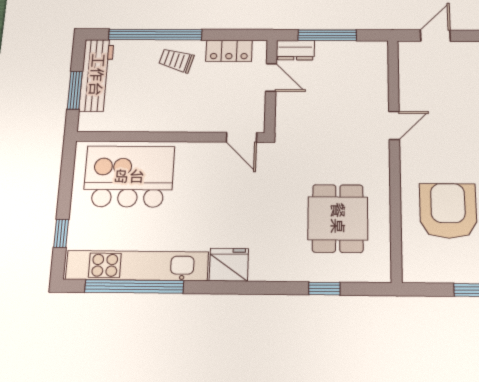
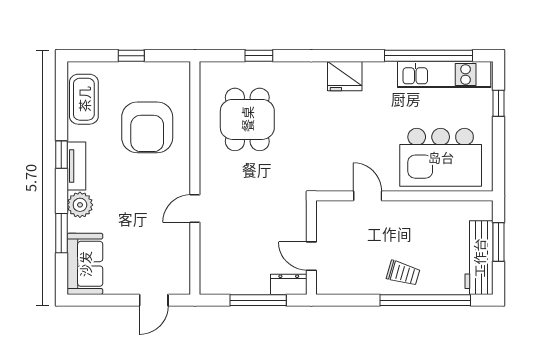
locker: (229, 51) -> (353, 283), removed
door: (241, 137) -> (368, 196), moved
kitchen unit: (137, 266) -> (444, 75), width x0.73

